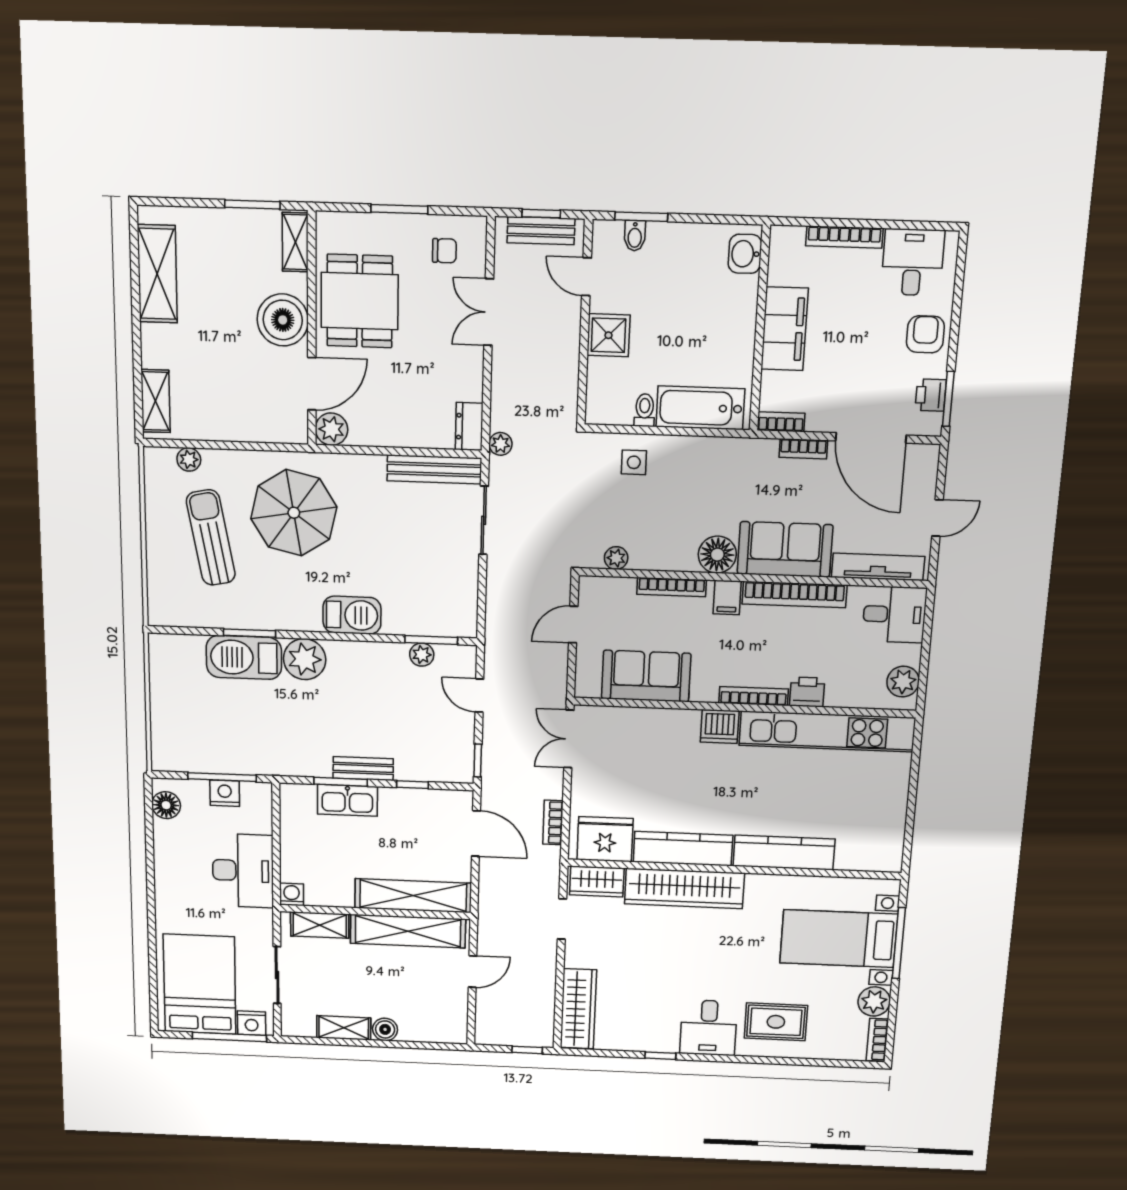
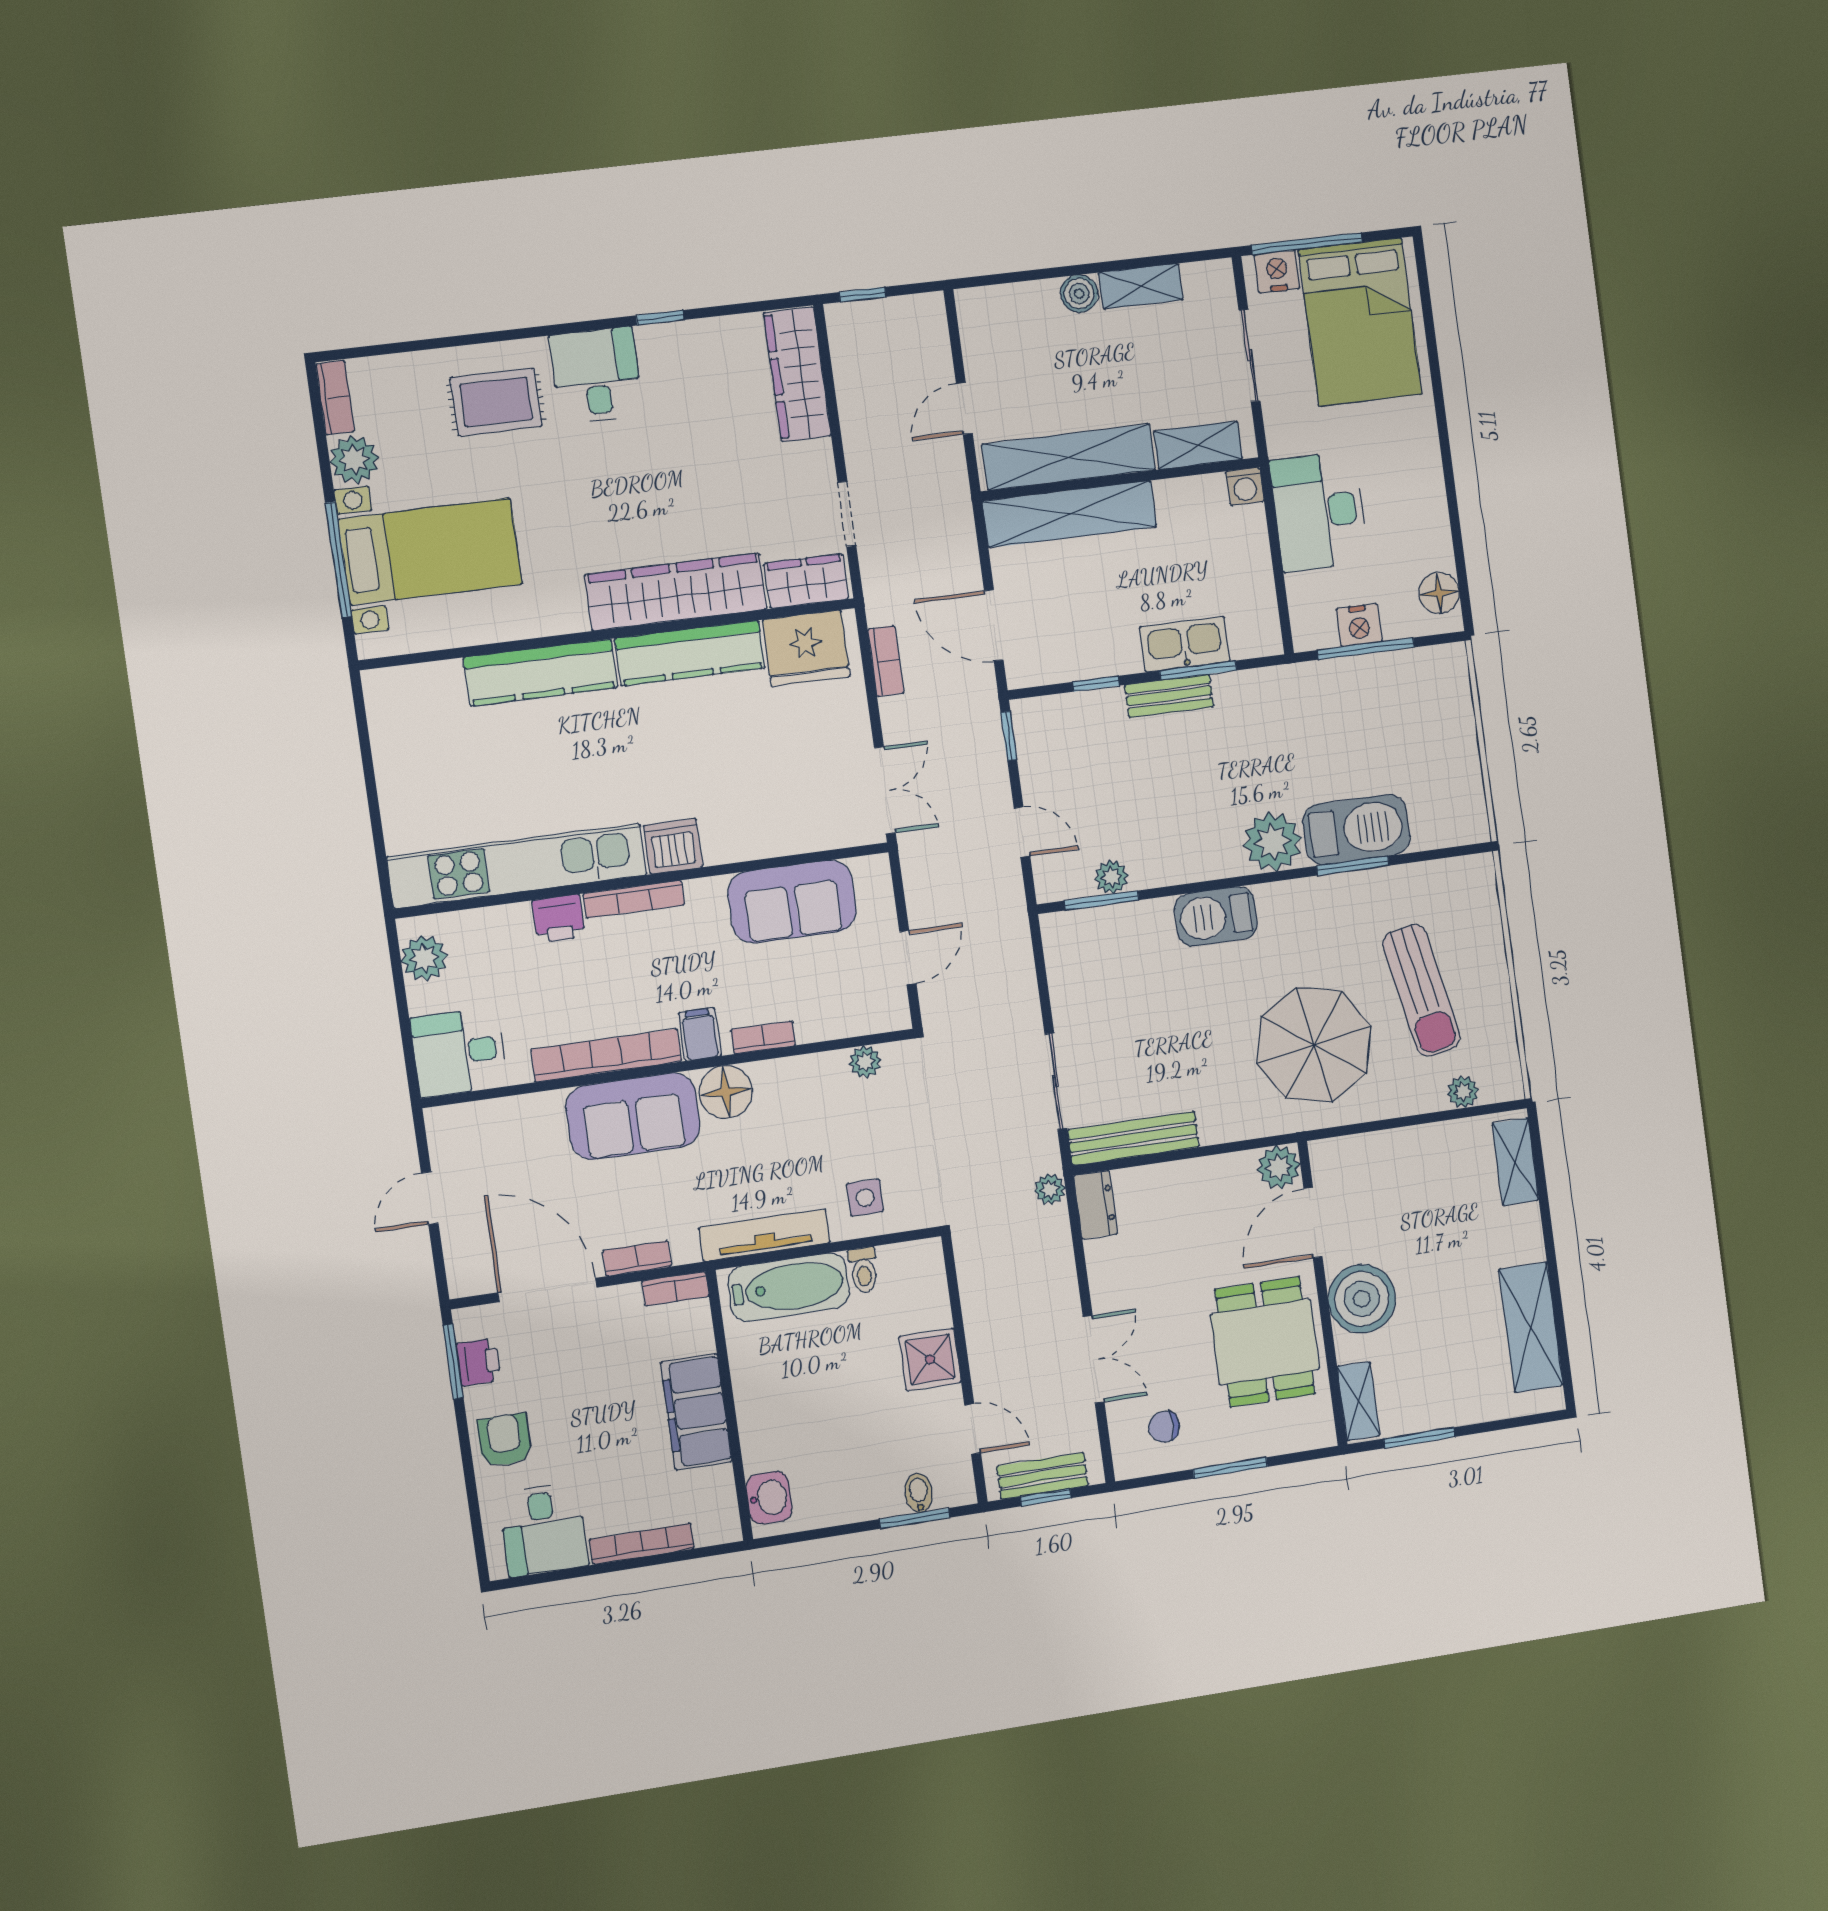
armchair: (925, 334) -> (505, 1440), turned 180
tv unit: (878, 567) -> (765, 1235), moved, turned 180
bookcase: (672, 587) -> (763, 1037), width x0.64

